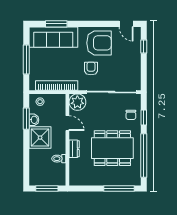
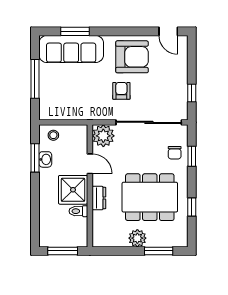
window: (144, 47) -> (192, 93), moved
bookcase: (57, 86) -> (76, 114), removed
shower: (40, 138) -> (73, 190), moved
window: (144, 155) -> (192, 207), width x0.32
plant: (103, 179) -> (137, 238), added
window: (119, 188) -> (159, 251), width x0.69

